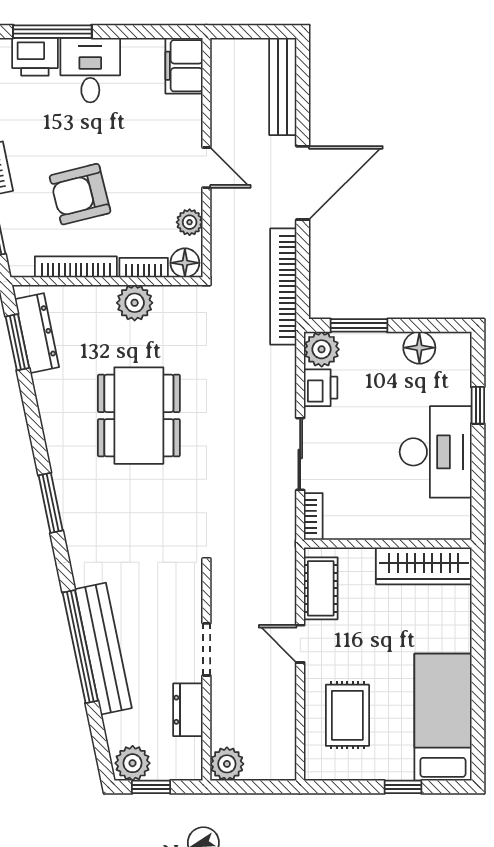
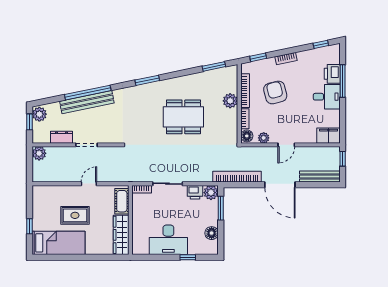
window: (240, 32) -> (343, 159), added
plant: (135, 303) -> (230, 101), moved
dresser: (37, 333) -> (218, 75), removed
cot: (321, 588) -> (122, 201), moved, turned 90
rug: (347, 715) -> (75, 215), moved

